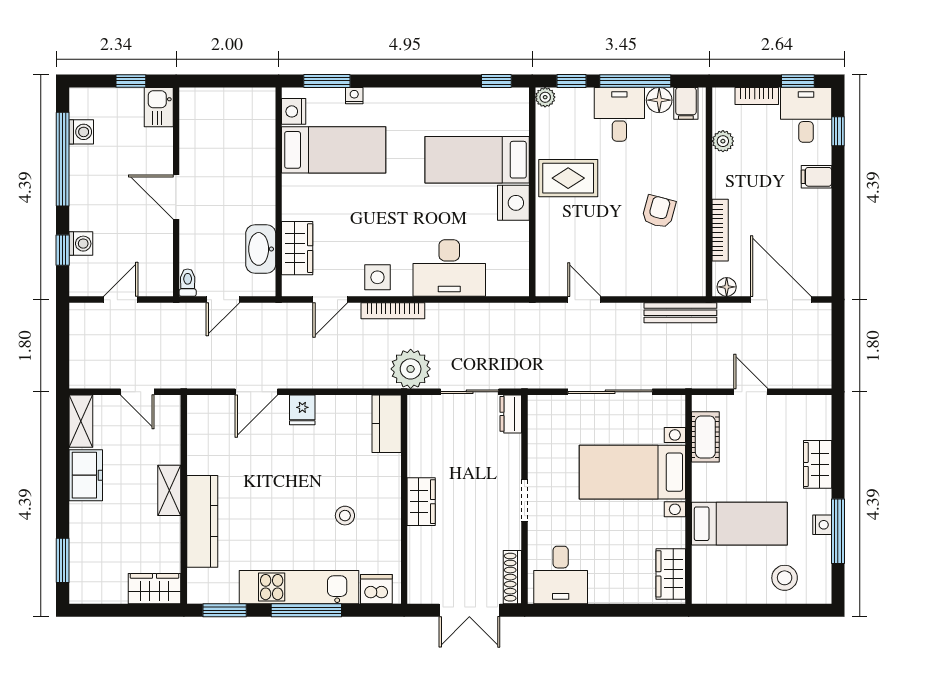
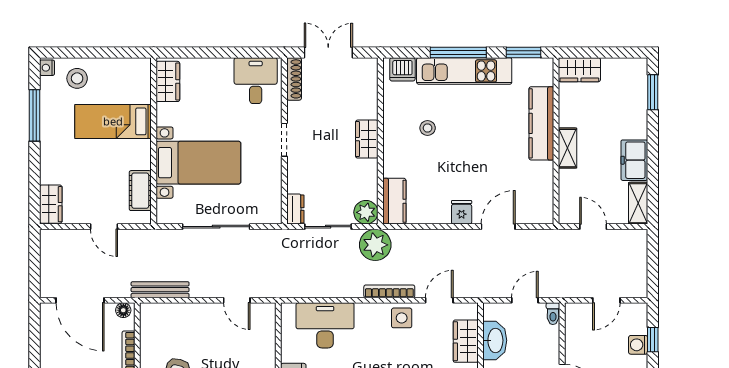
desk: (449, 268) -> (325, 325), moved
plant: (422, 410) -> (366, 212), added
wardrobe: (818, 464) -> (51, 204), moved
nightstand: (822, 525) -> (47, 68), moved

